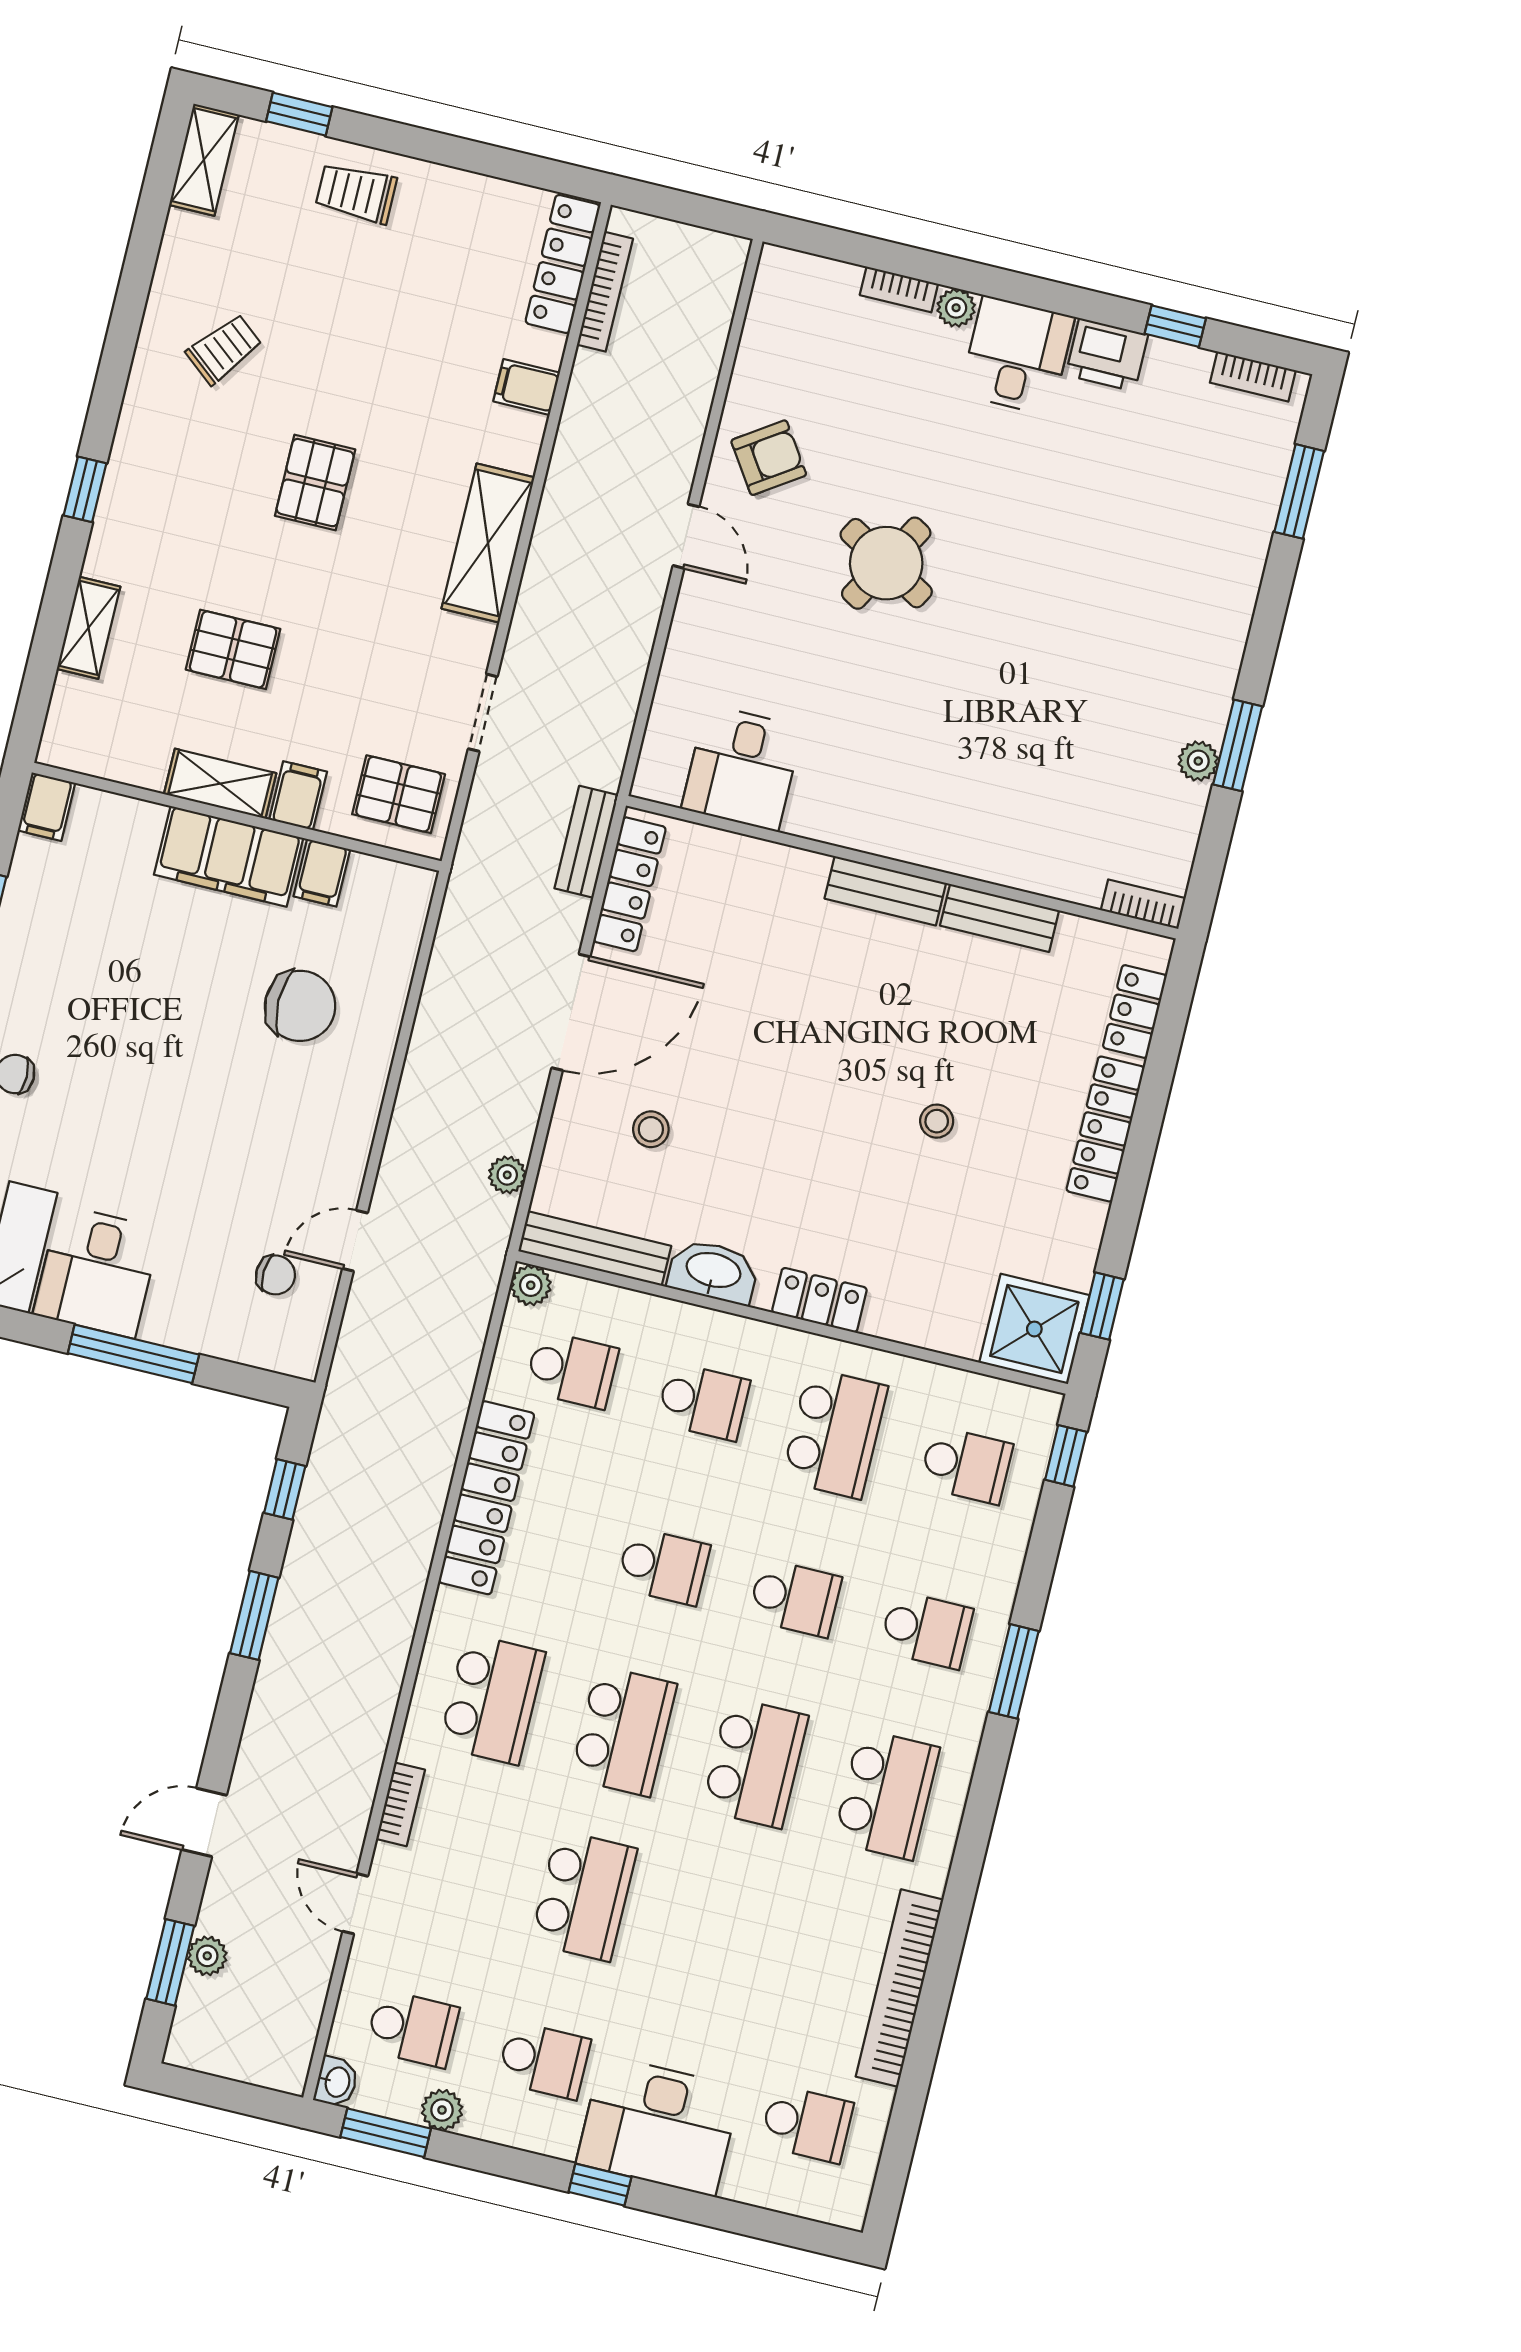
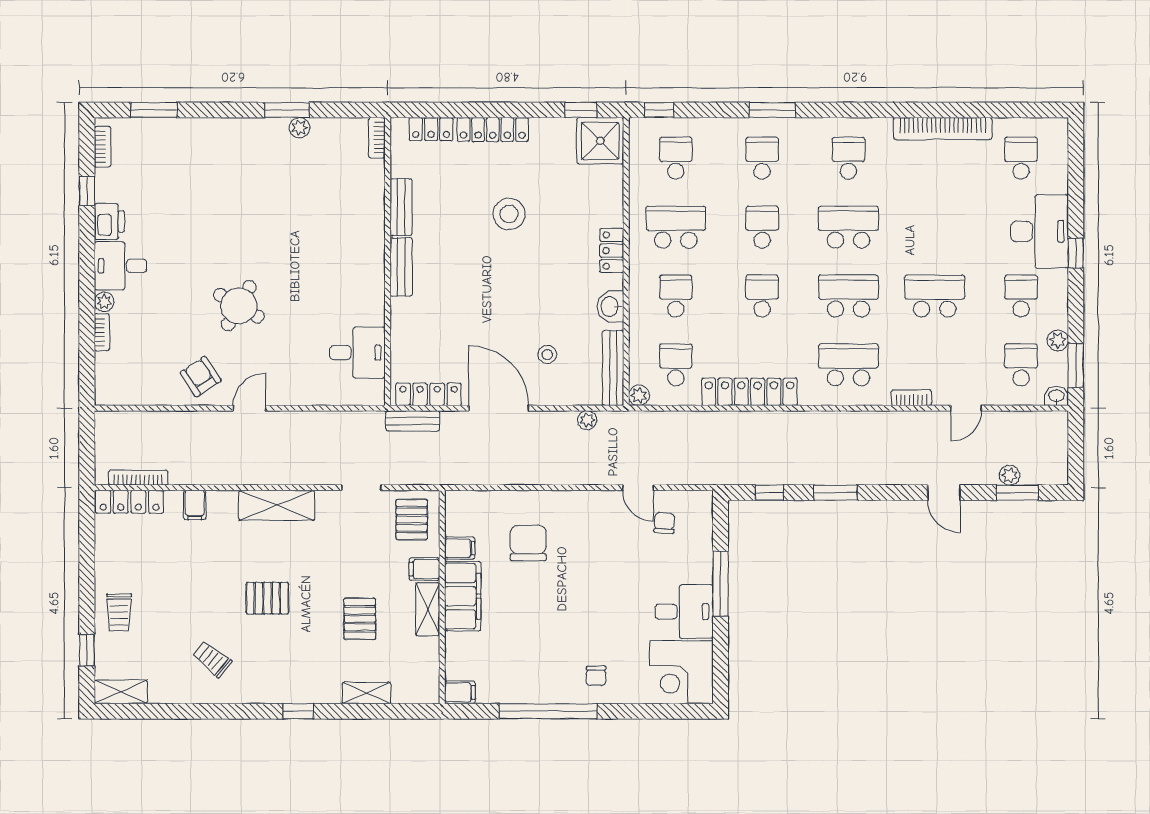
stool: (937, 1121) -> (509, 214), width x1.89, depth x1.89
washbasin: (713, 1272) -> (610, 307), width x0.72
school desk: (886, 1795) -> (848, 158), width x0.54

